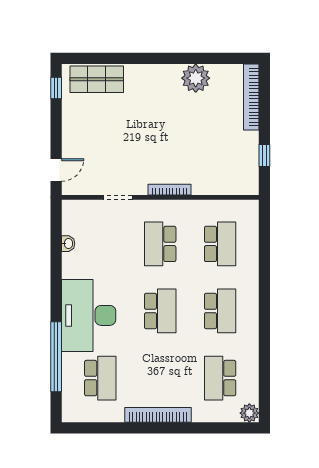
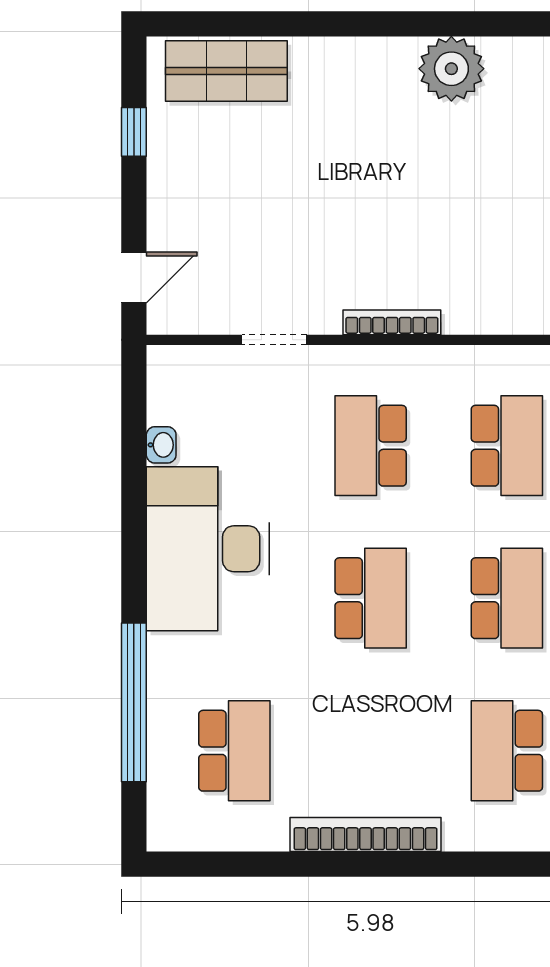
window: (56, 88) -> (134, 132), moved
desk: (89, 315) -> (208, 549), moved

